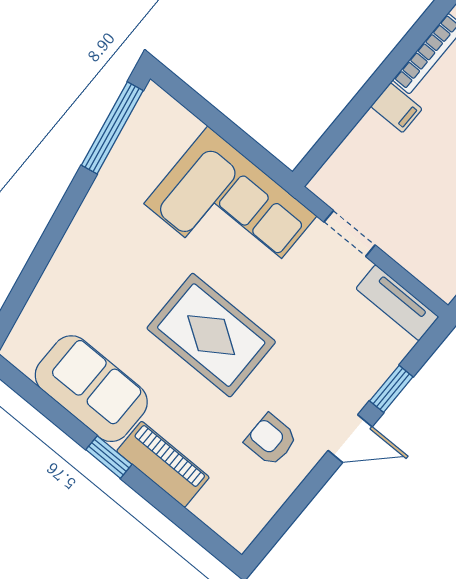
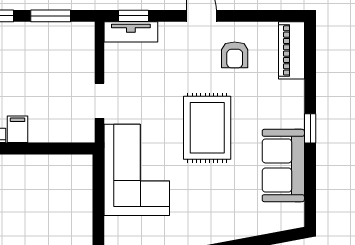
tv unit: (397, 303) -> (131, 32), moved, turned 90
window: (391, 389) -> (133, 16), moved
piano: (163, 464) -> (291, 50), moved

